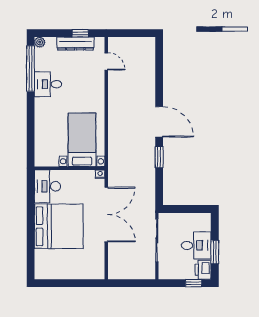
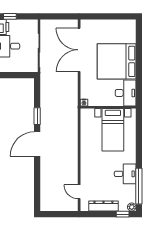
window: (80, 33) -> (123, 214), moved
door: (159, 122) -> (37, 144), hinge flipped
bed with nightstands: (82, 140) -> (113, 130), moved
double door: (106, 215) -> (79, 50), moved

